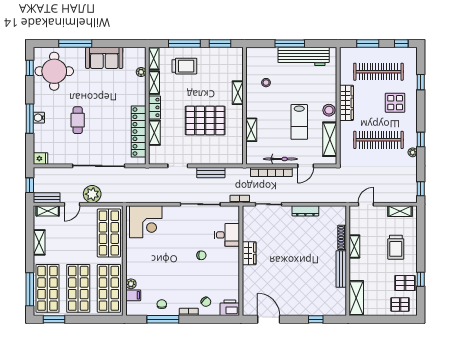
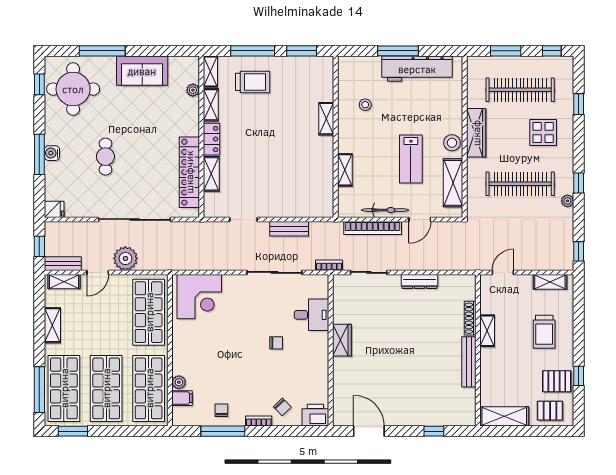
pallet: (205, 121) -> (281, 157), removed
shelving: (356, 298) -> (504, 416), moved, turned 90

